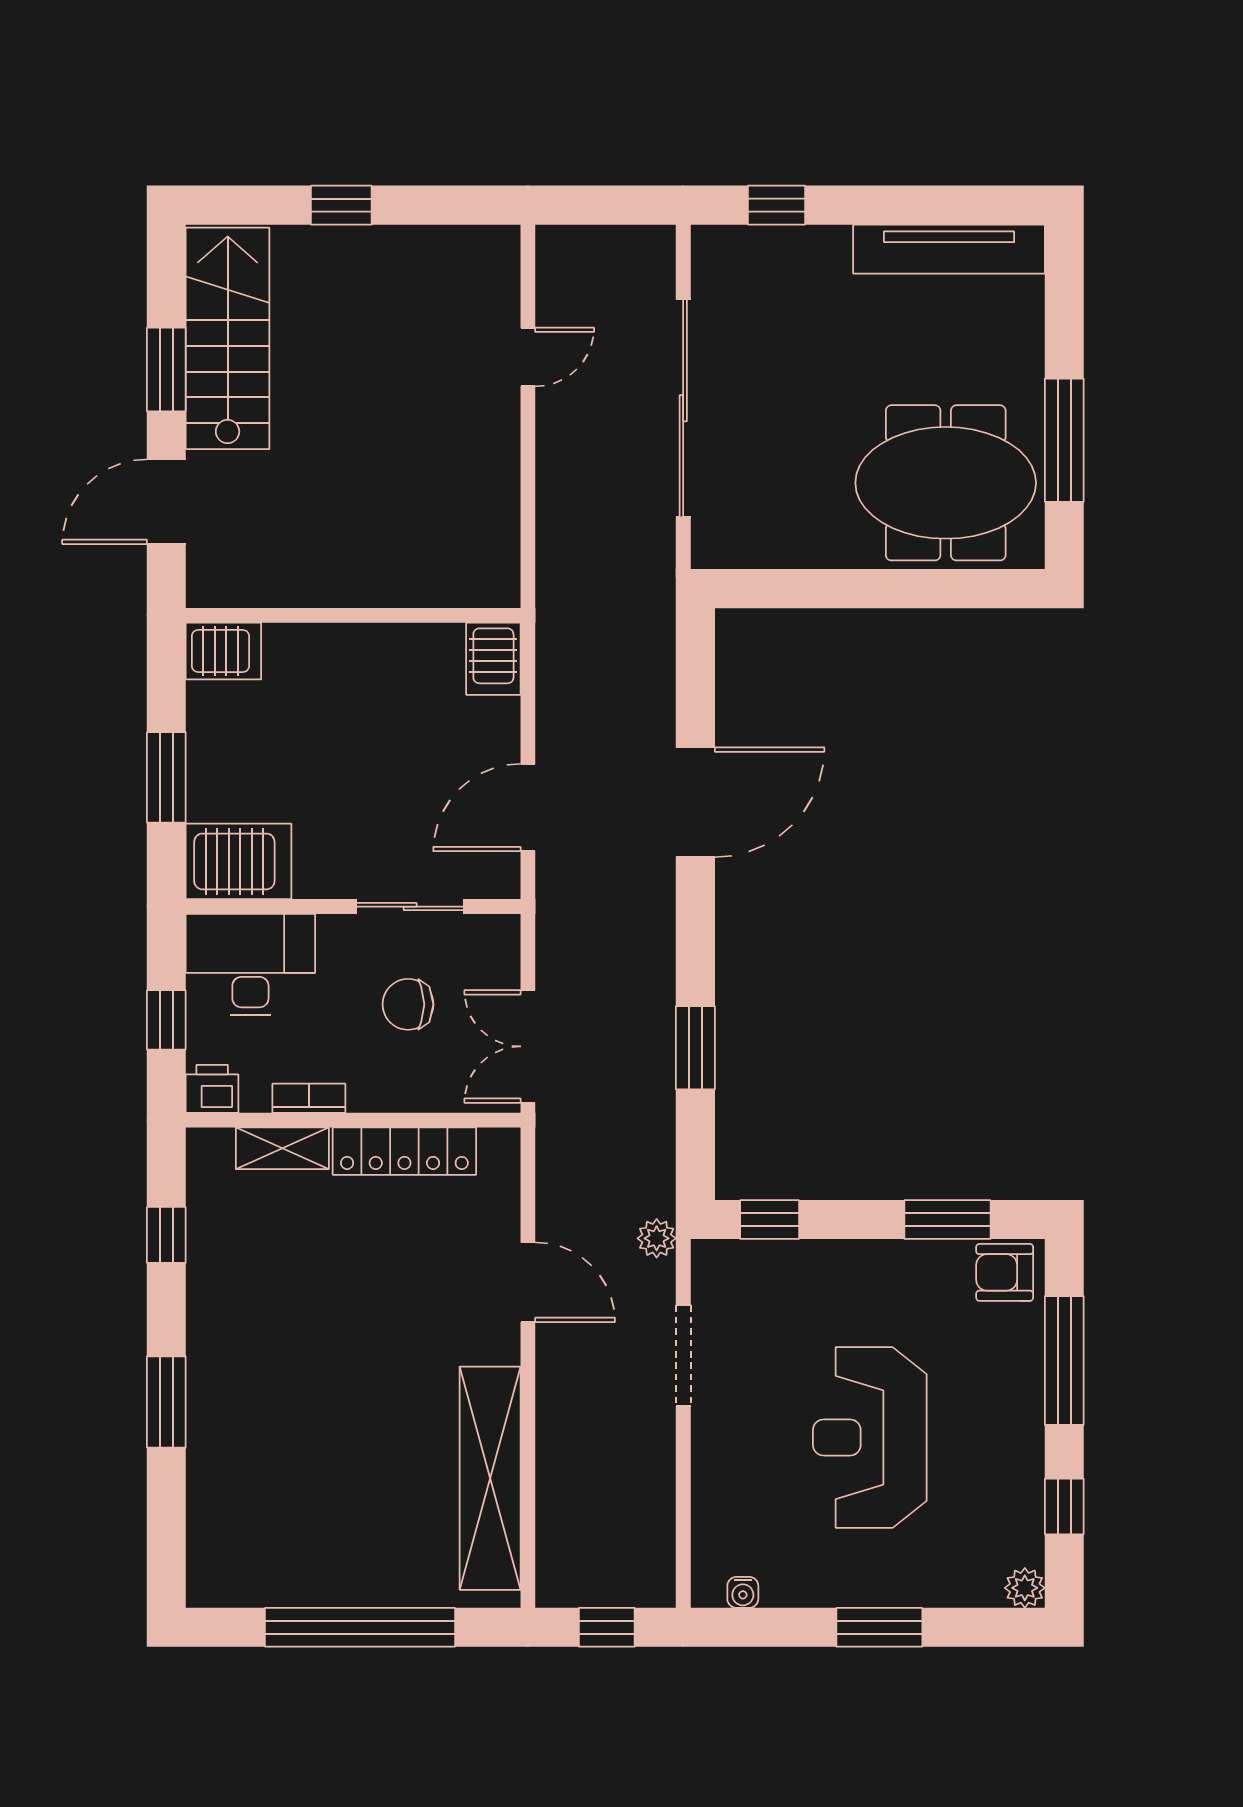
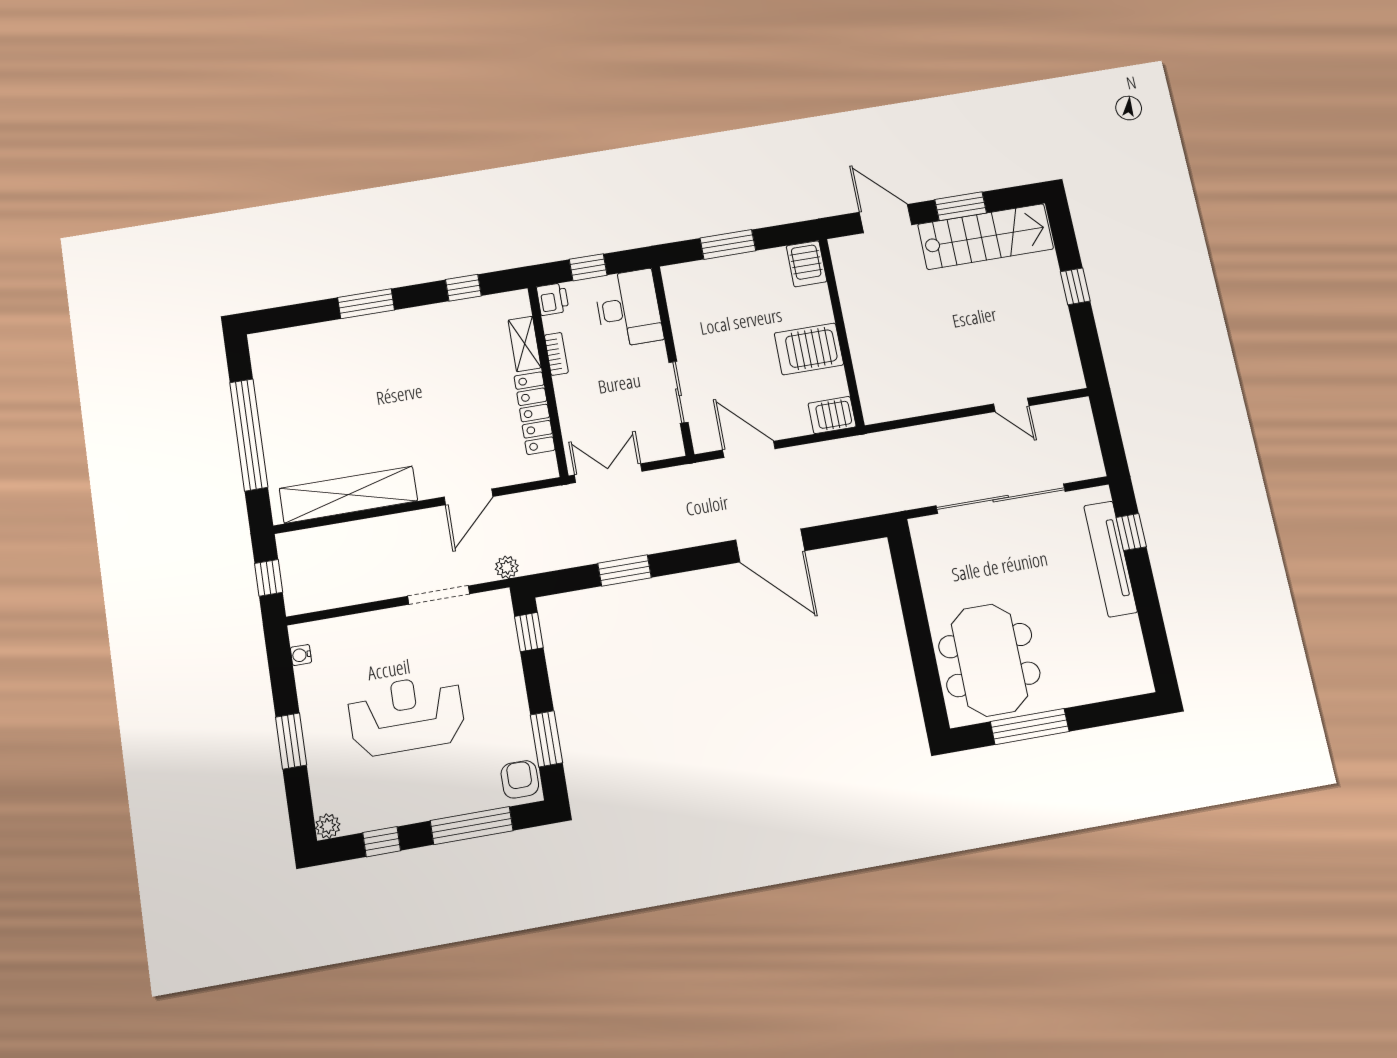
tv unit: (949, 249) -> (1111, 559), moved
server rack: (239, 861) -> (809, 349), moved, turned 90
chair: (408, 1004) -> (621, 401), removed

